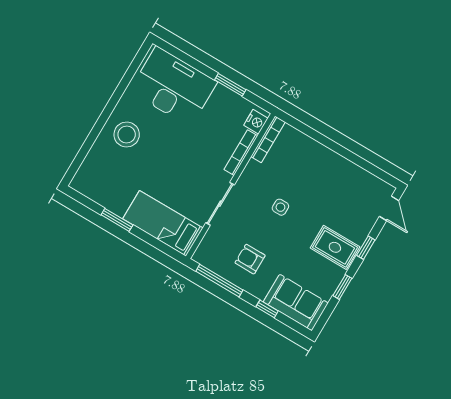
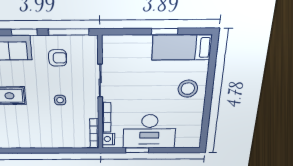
desk: (173, 87) -> (149, 131), moved
bed: (163, 223) -> (182, 48), moved, turned 180
window: (267, 309) -> (24, 32), width x1.50

